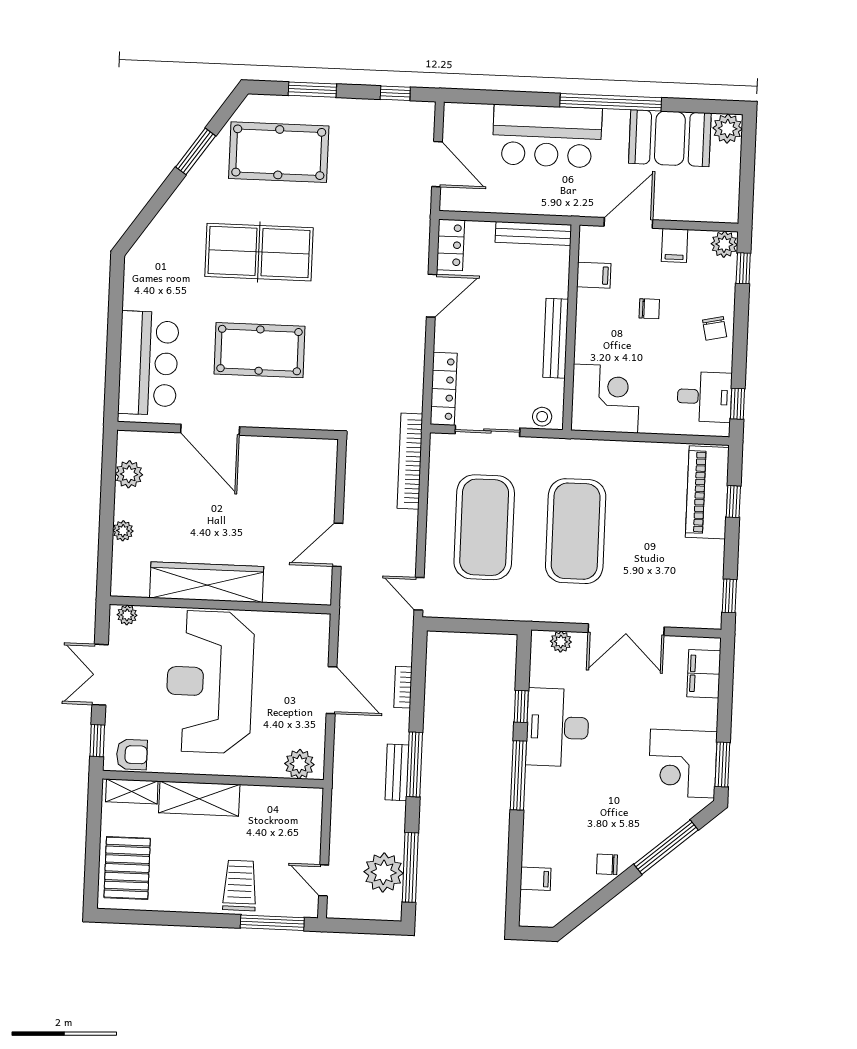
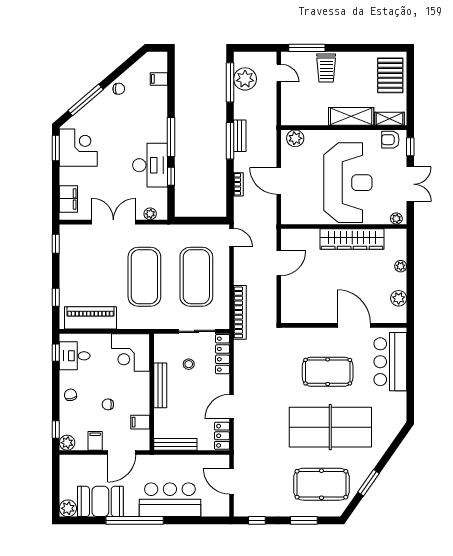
table tennis table: (259, 252) -> (330, 427), width x1.36, depth x1.32
stool: (542, 417) -> (189, 364), moved
piano: (707, 492) -> (90, 318), moved, turned -90

